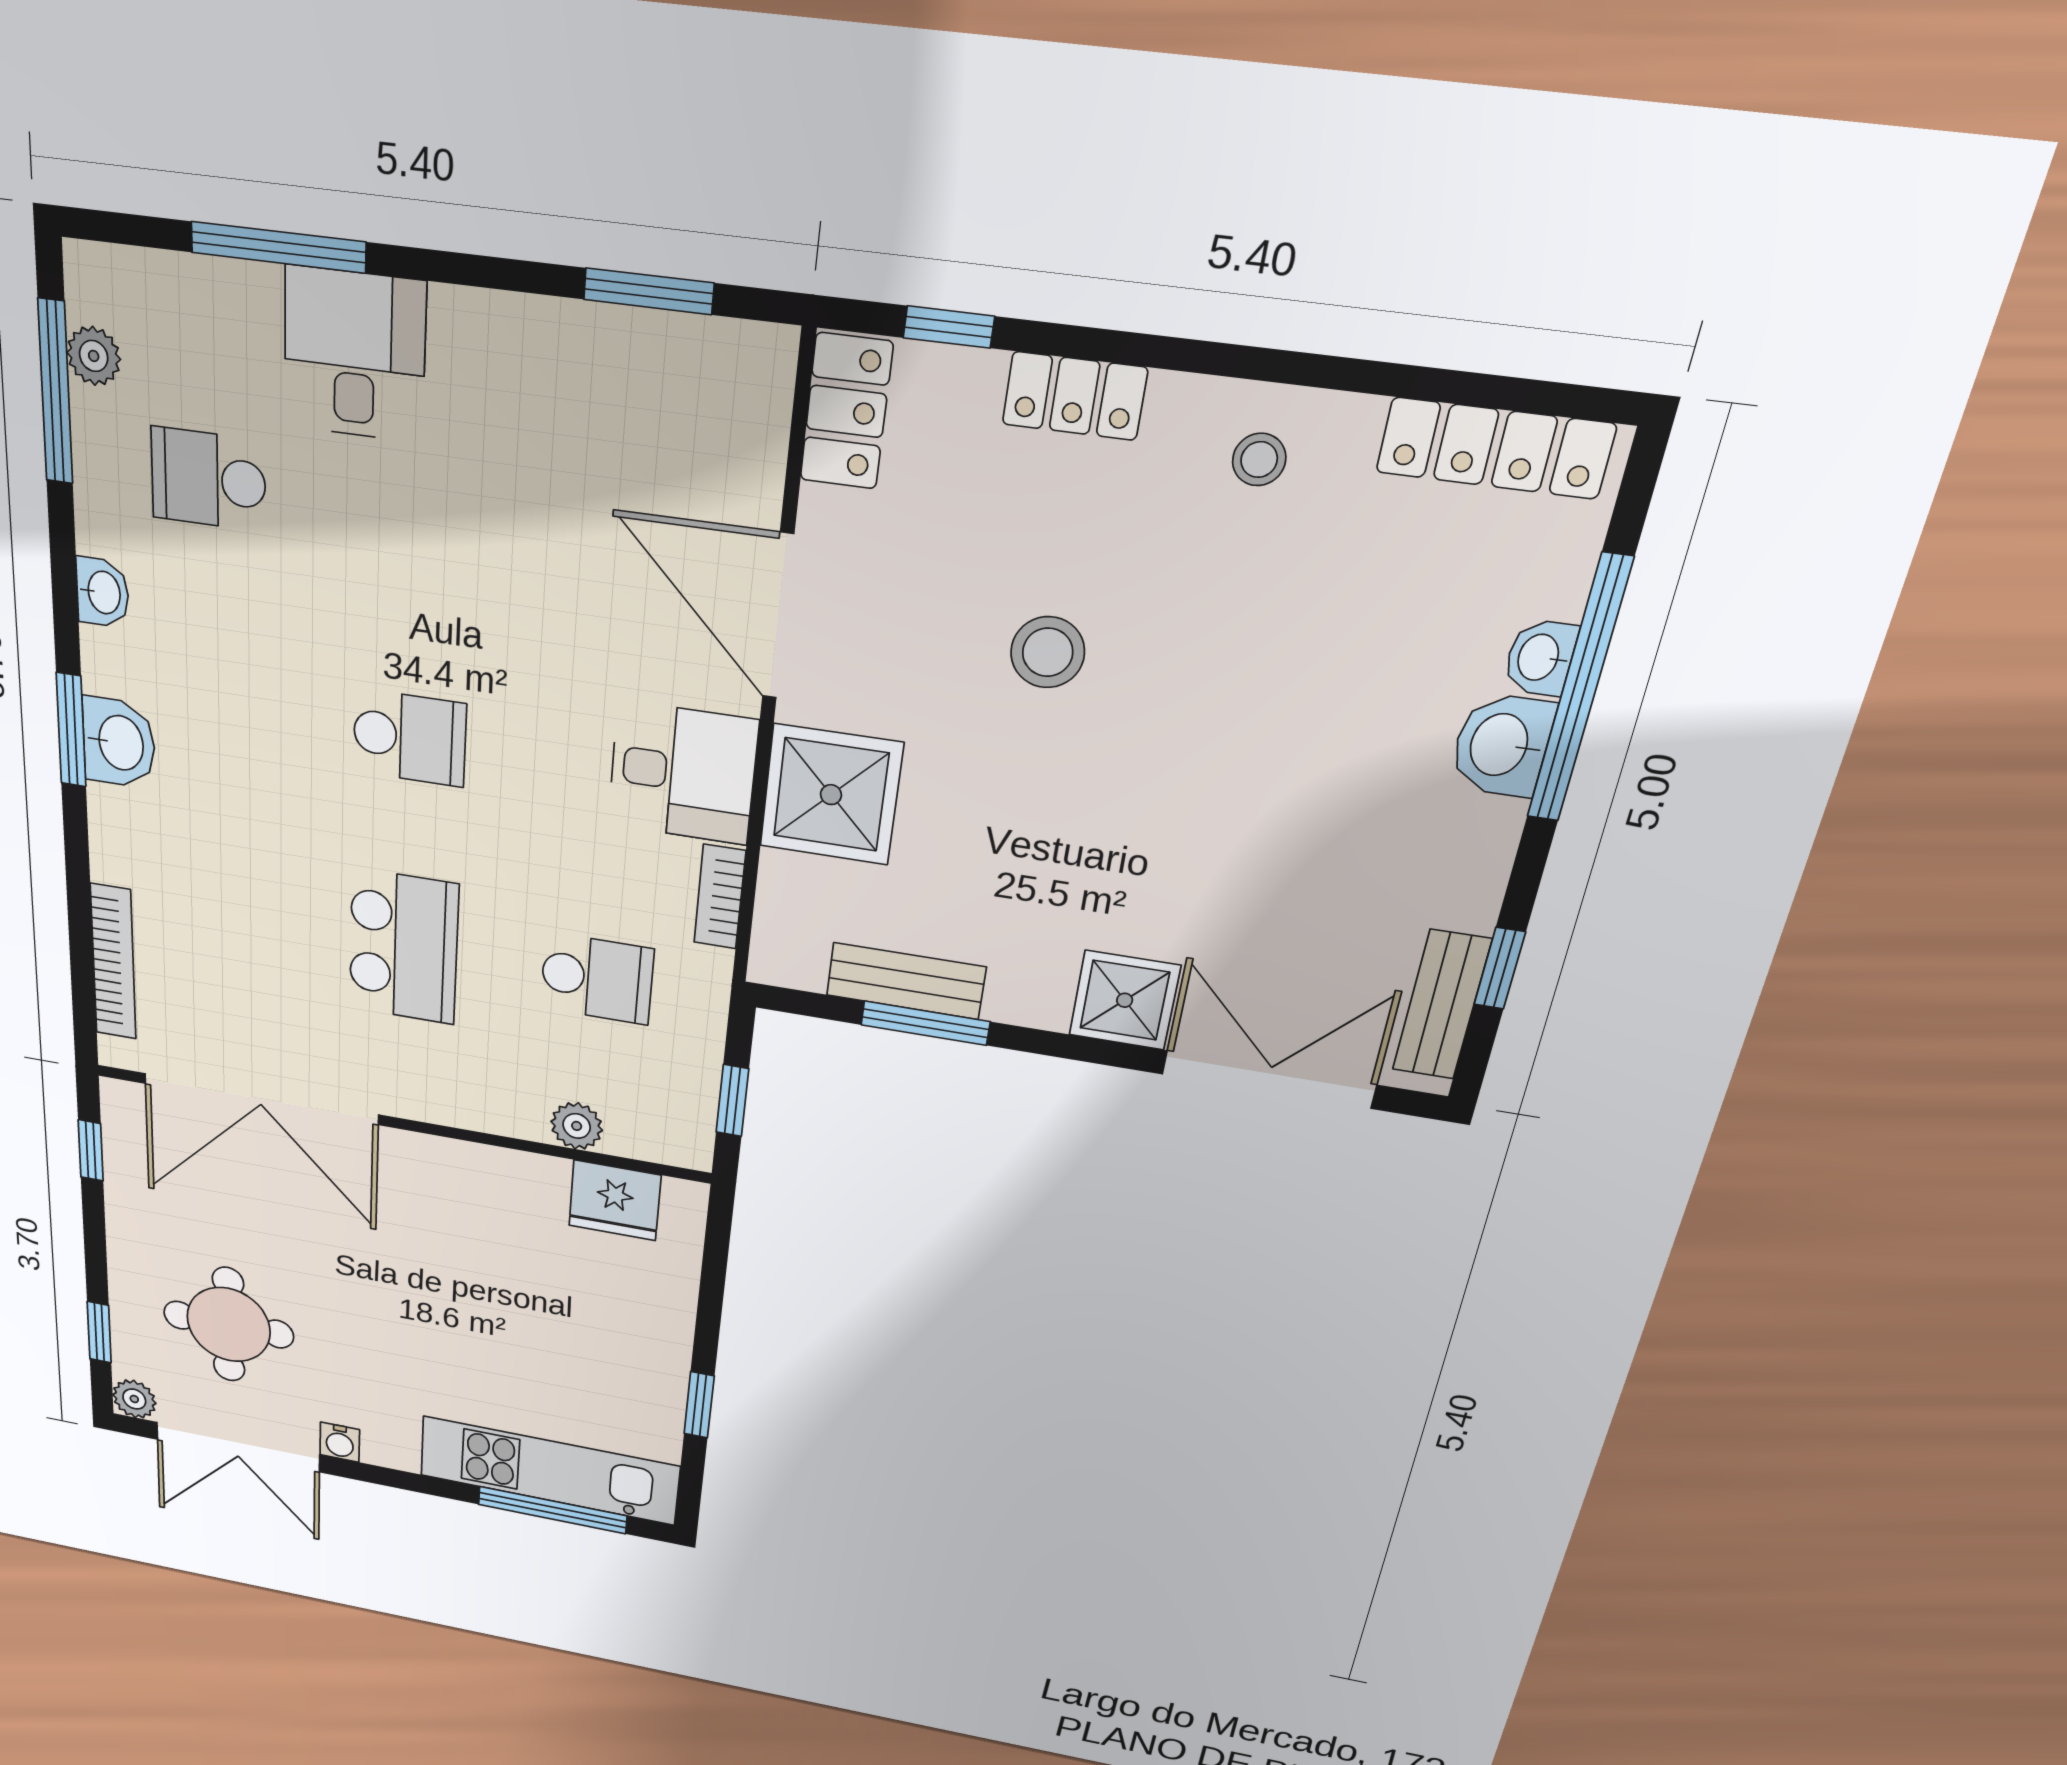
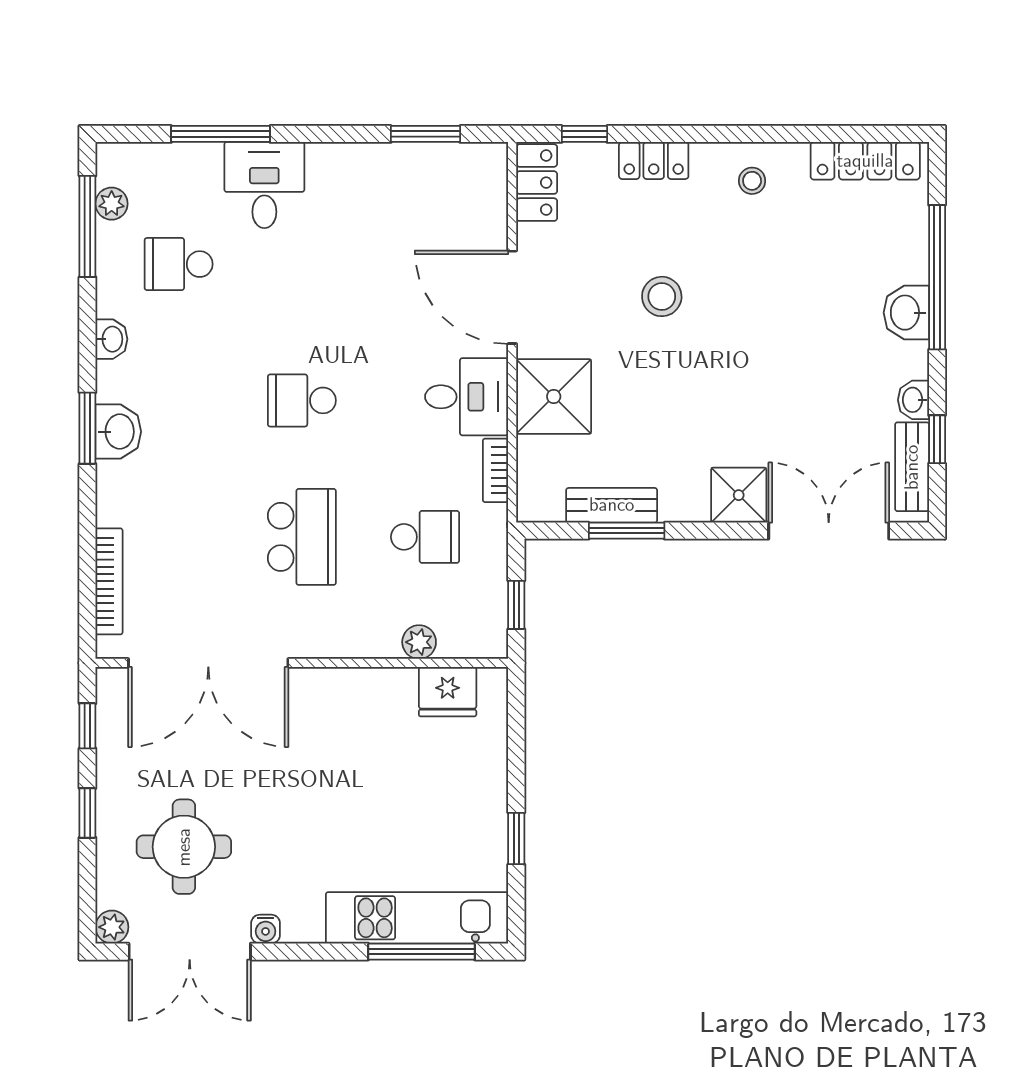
washbasin: (1540, 658) -> (913, 400), moved
school desk: (409, 738) -> (302, 400), turned 180
window: (99, 1332) -> (87, 813), moved

